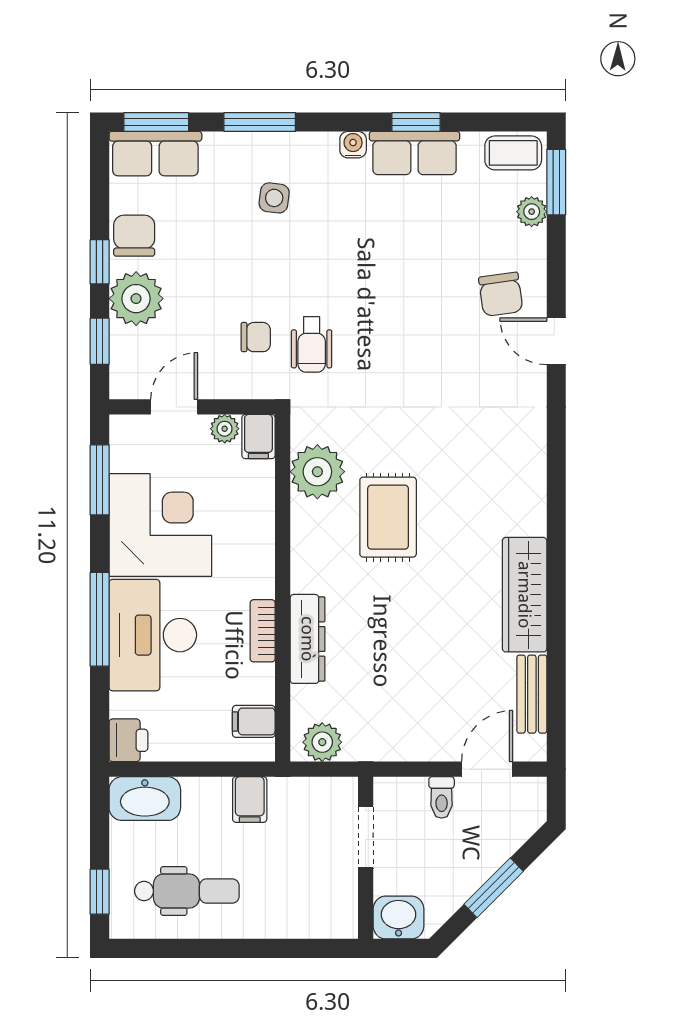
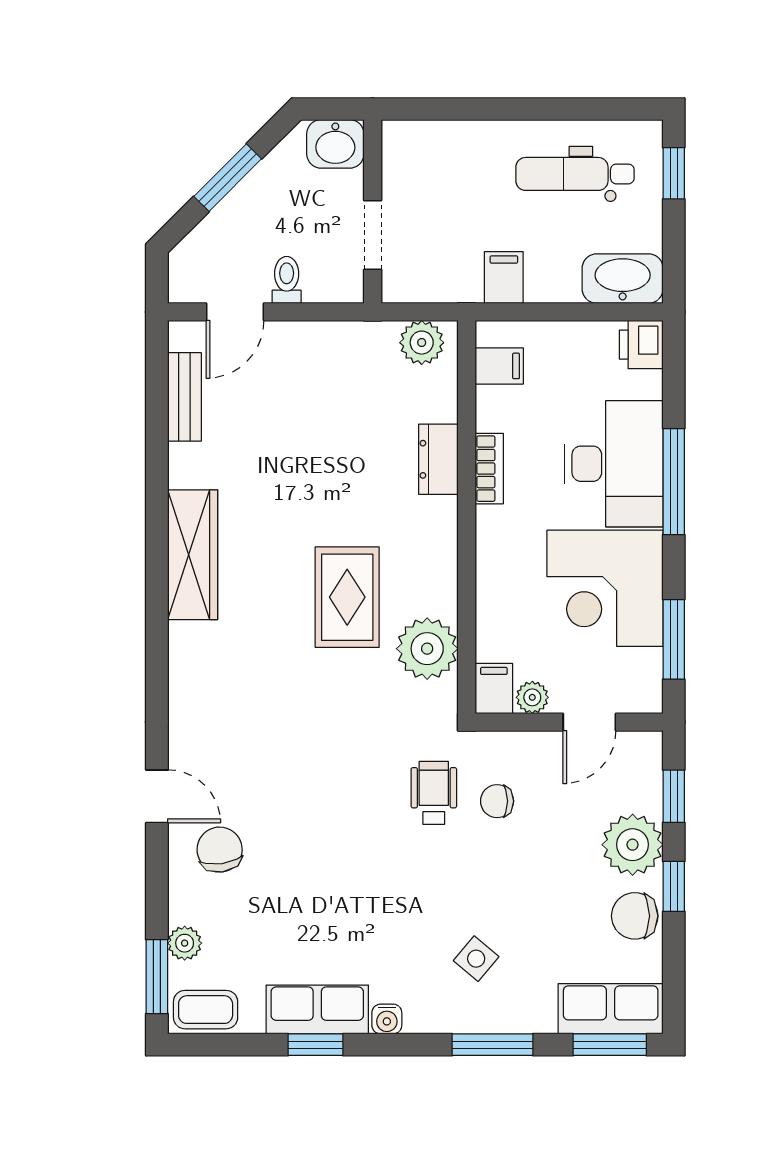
side table: (274, 198) -> (476, 959), turned 33
chair: (134, 236) -> (635, 916), turned 90
wardrobe: (525, 595) -> (193, 555), moved
dresser: (308, 639) -> (438, 459), width x0.70

